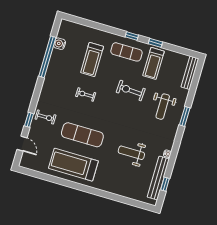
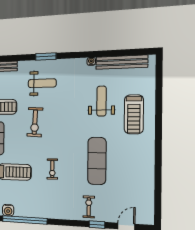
weight bench: (131, 153) -> (101, 101), turned 180
treadmill: (73, 165) -> (134, 114), moved, width x0.73, depth x0.73
window: (165, 184) -> (126, 53), removed

